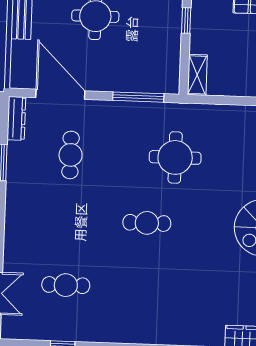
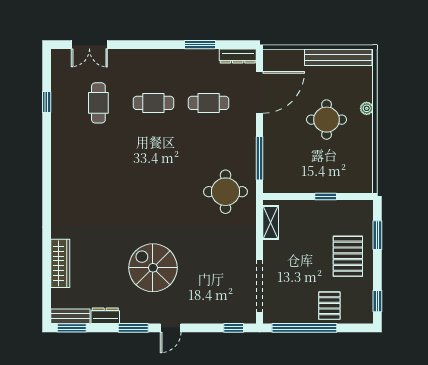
shelving: (197, 75) -> (271, 223), moved, turned 90
round table: (175, 157) -> (225, 192), moved
cafe table: (147, 223) -> (153, 103), moved, turned 90

